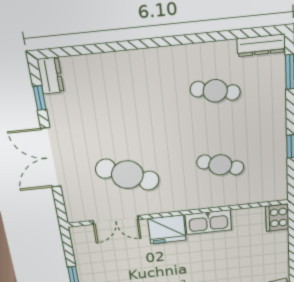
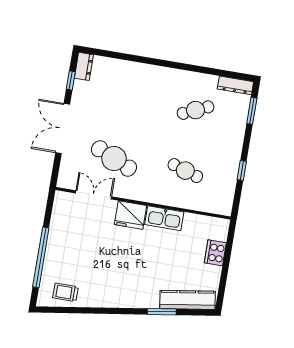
cafe table: (215, 91) -> (196, 110), turned -36
cooker: (277, 218) -> (215, 253), moved
double door: (116, 220) -> (93, 195), swing flipped

